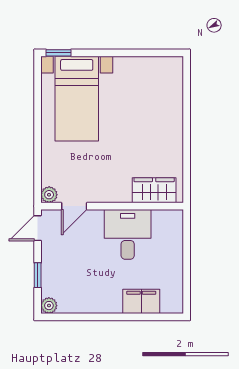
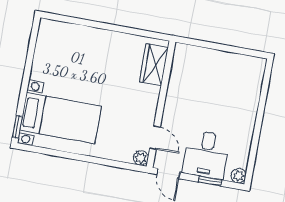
desk: (128, 234) -> (206, 155), moved, turned -90
filing cabinet: (141, 301) -> (250, 94), removed

